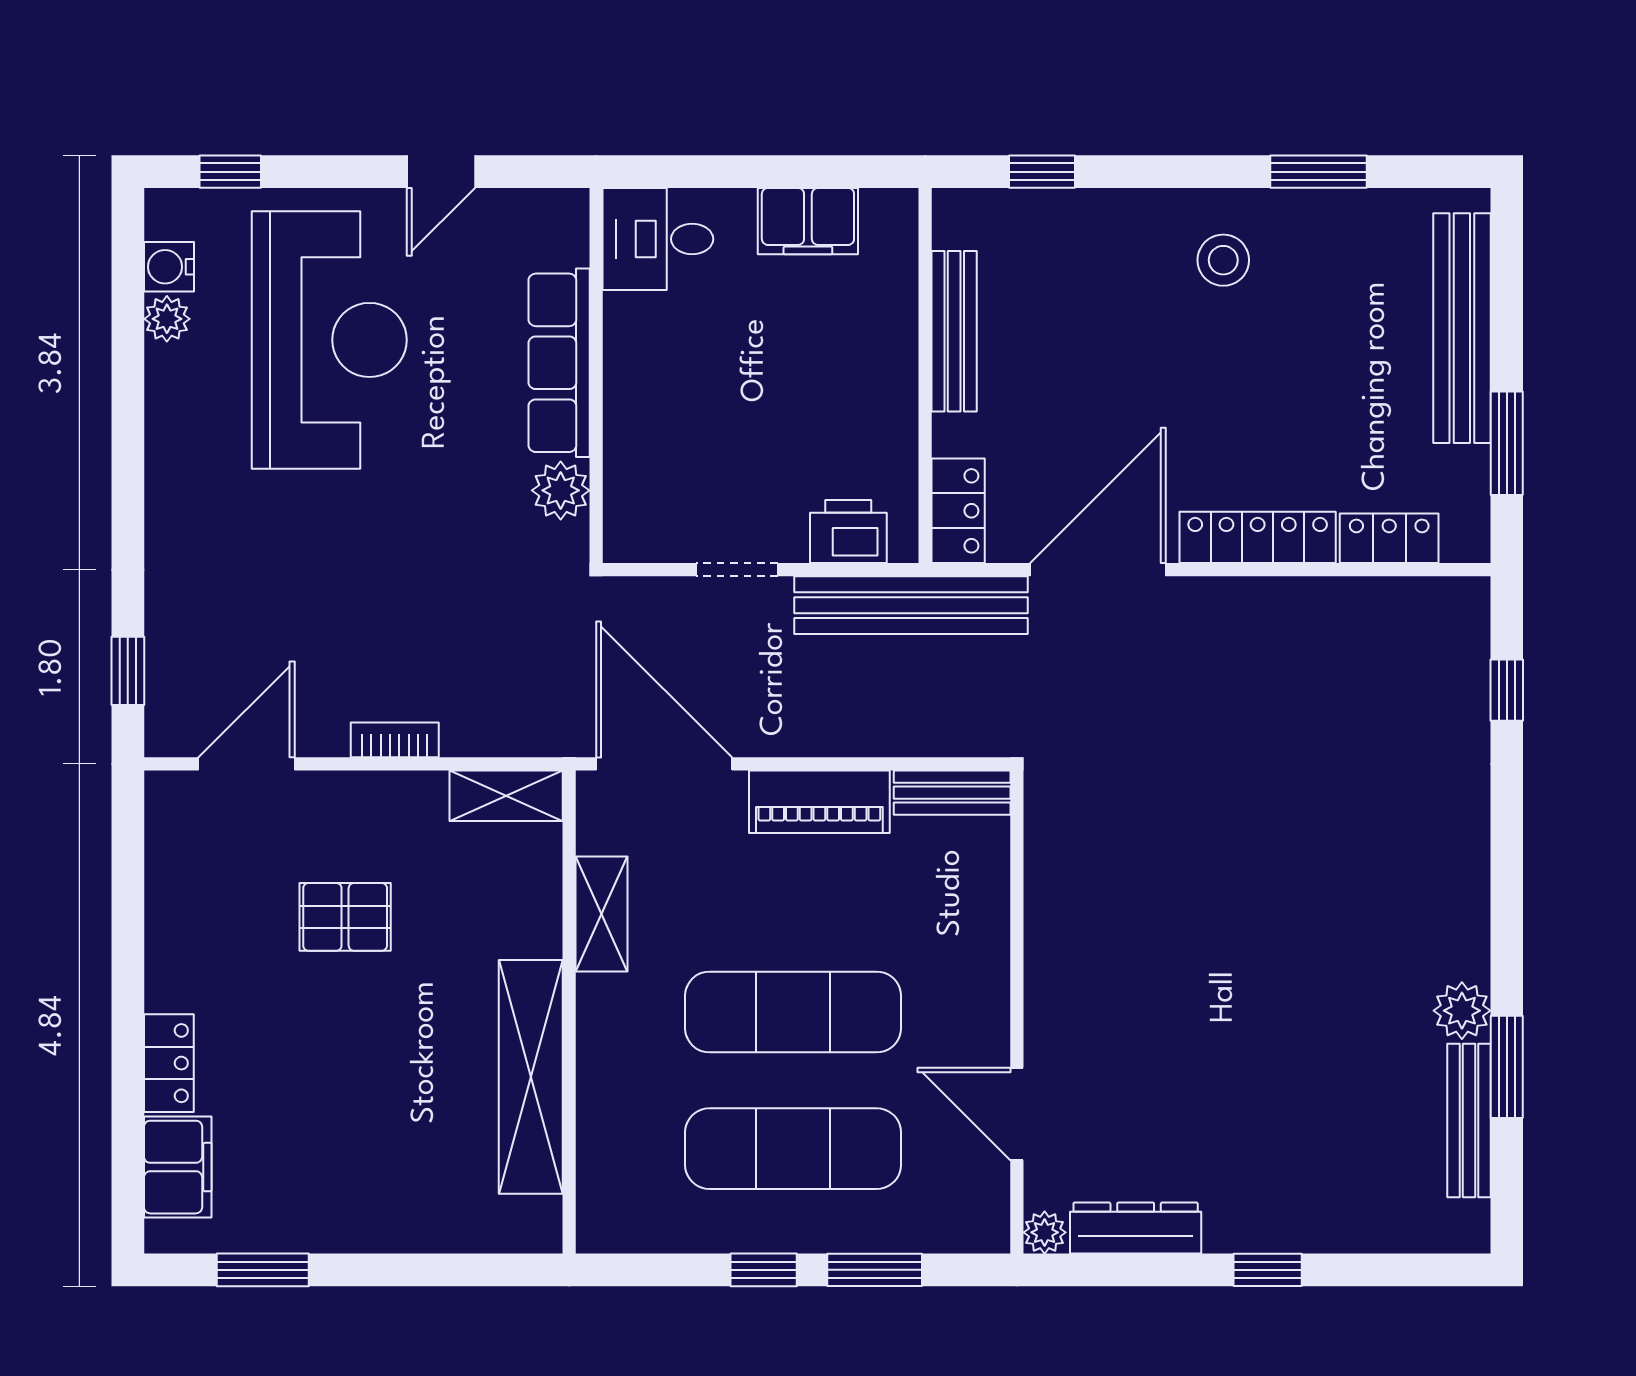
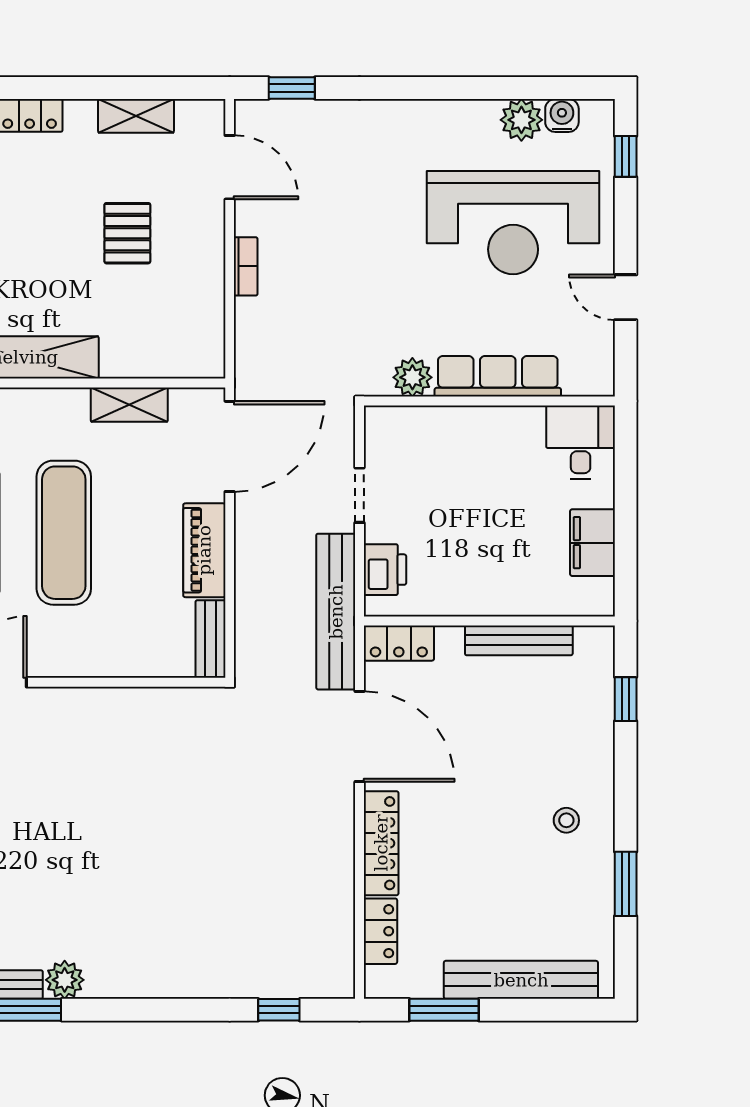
stool: (1223, 260) -> (566, 820), width x0.73, depth x0.73
plant: (167, 319) -> (521, 120), width x1.38, depth x1.38
shelving: (506, 796) -> (136, 116), moved, turned 90

